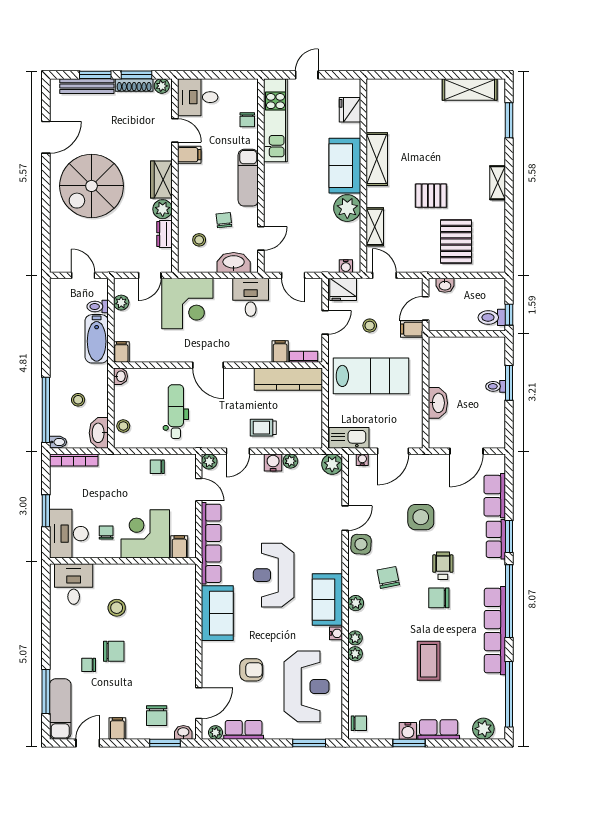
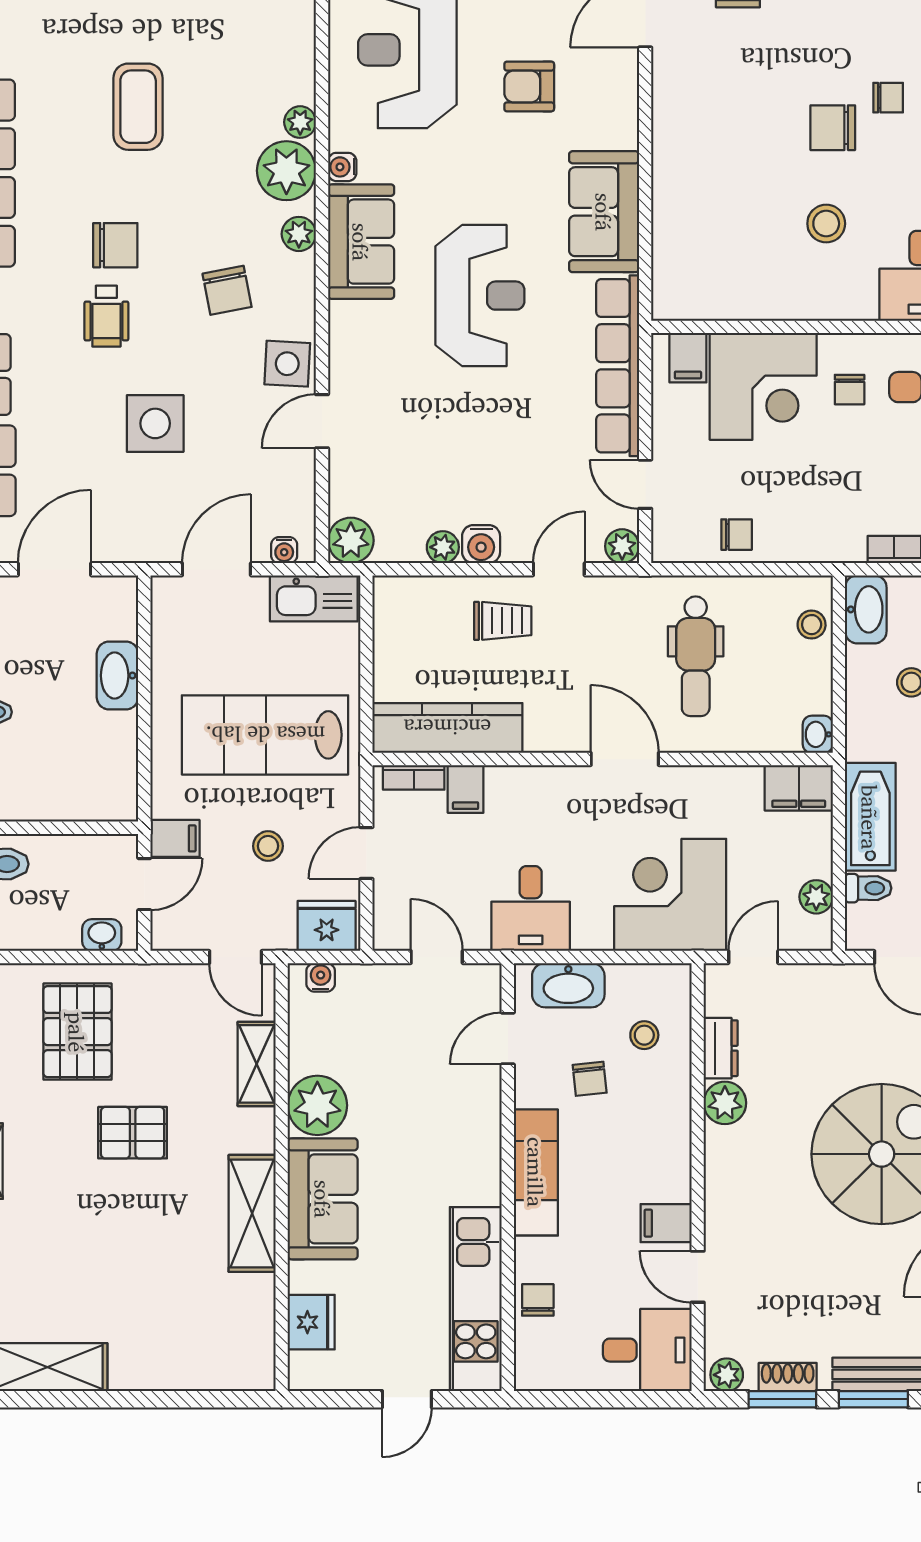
shoe rack: (134, 85) -> (788, 1377), width x0.70
wardrobe: (161, 180) -> (727, 1168), removed
filing cabinet: (121, 352) -> (799, 788), width x2.00
plant: (355, 638) -> (286, 171), width x1.88, depth x1.88

